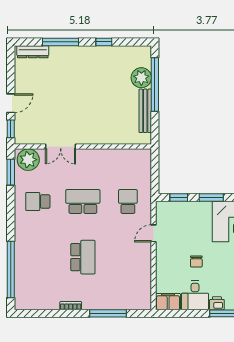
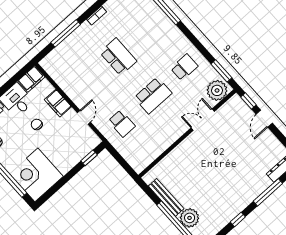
window: (211, 197) -> (66, 178), removed
school desk: (83, 257) -> (118, 57), turned 180
filing cabinet: (164, 263) -> (58, 103), added

